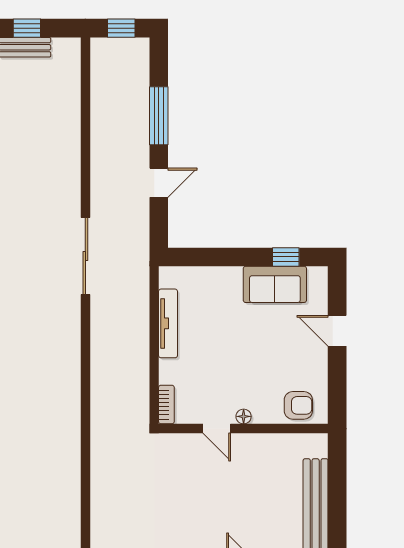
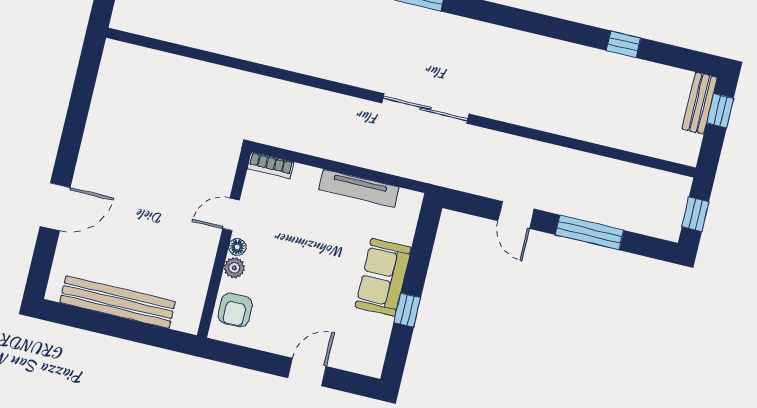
sliding door: (85, 256) -> (425, 108), moved
window: (286, 257) -> (407, 310), moved
sofa: (275, 284) -> (383, 277), moved
plant: (262, 415) -> (234, 268), added

